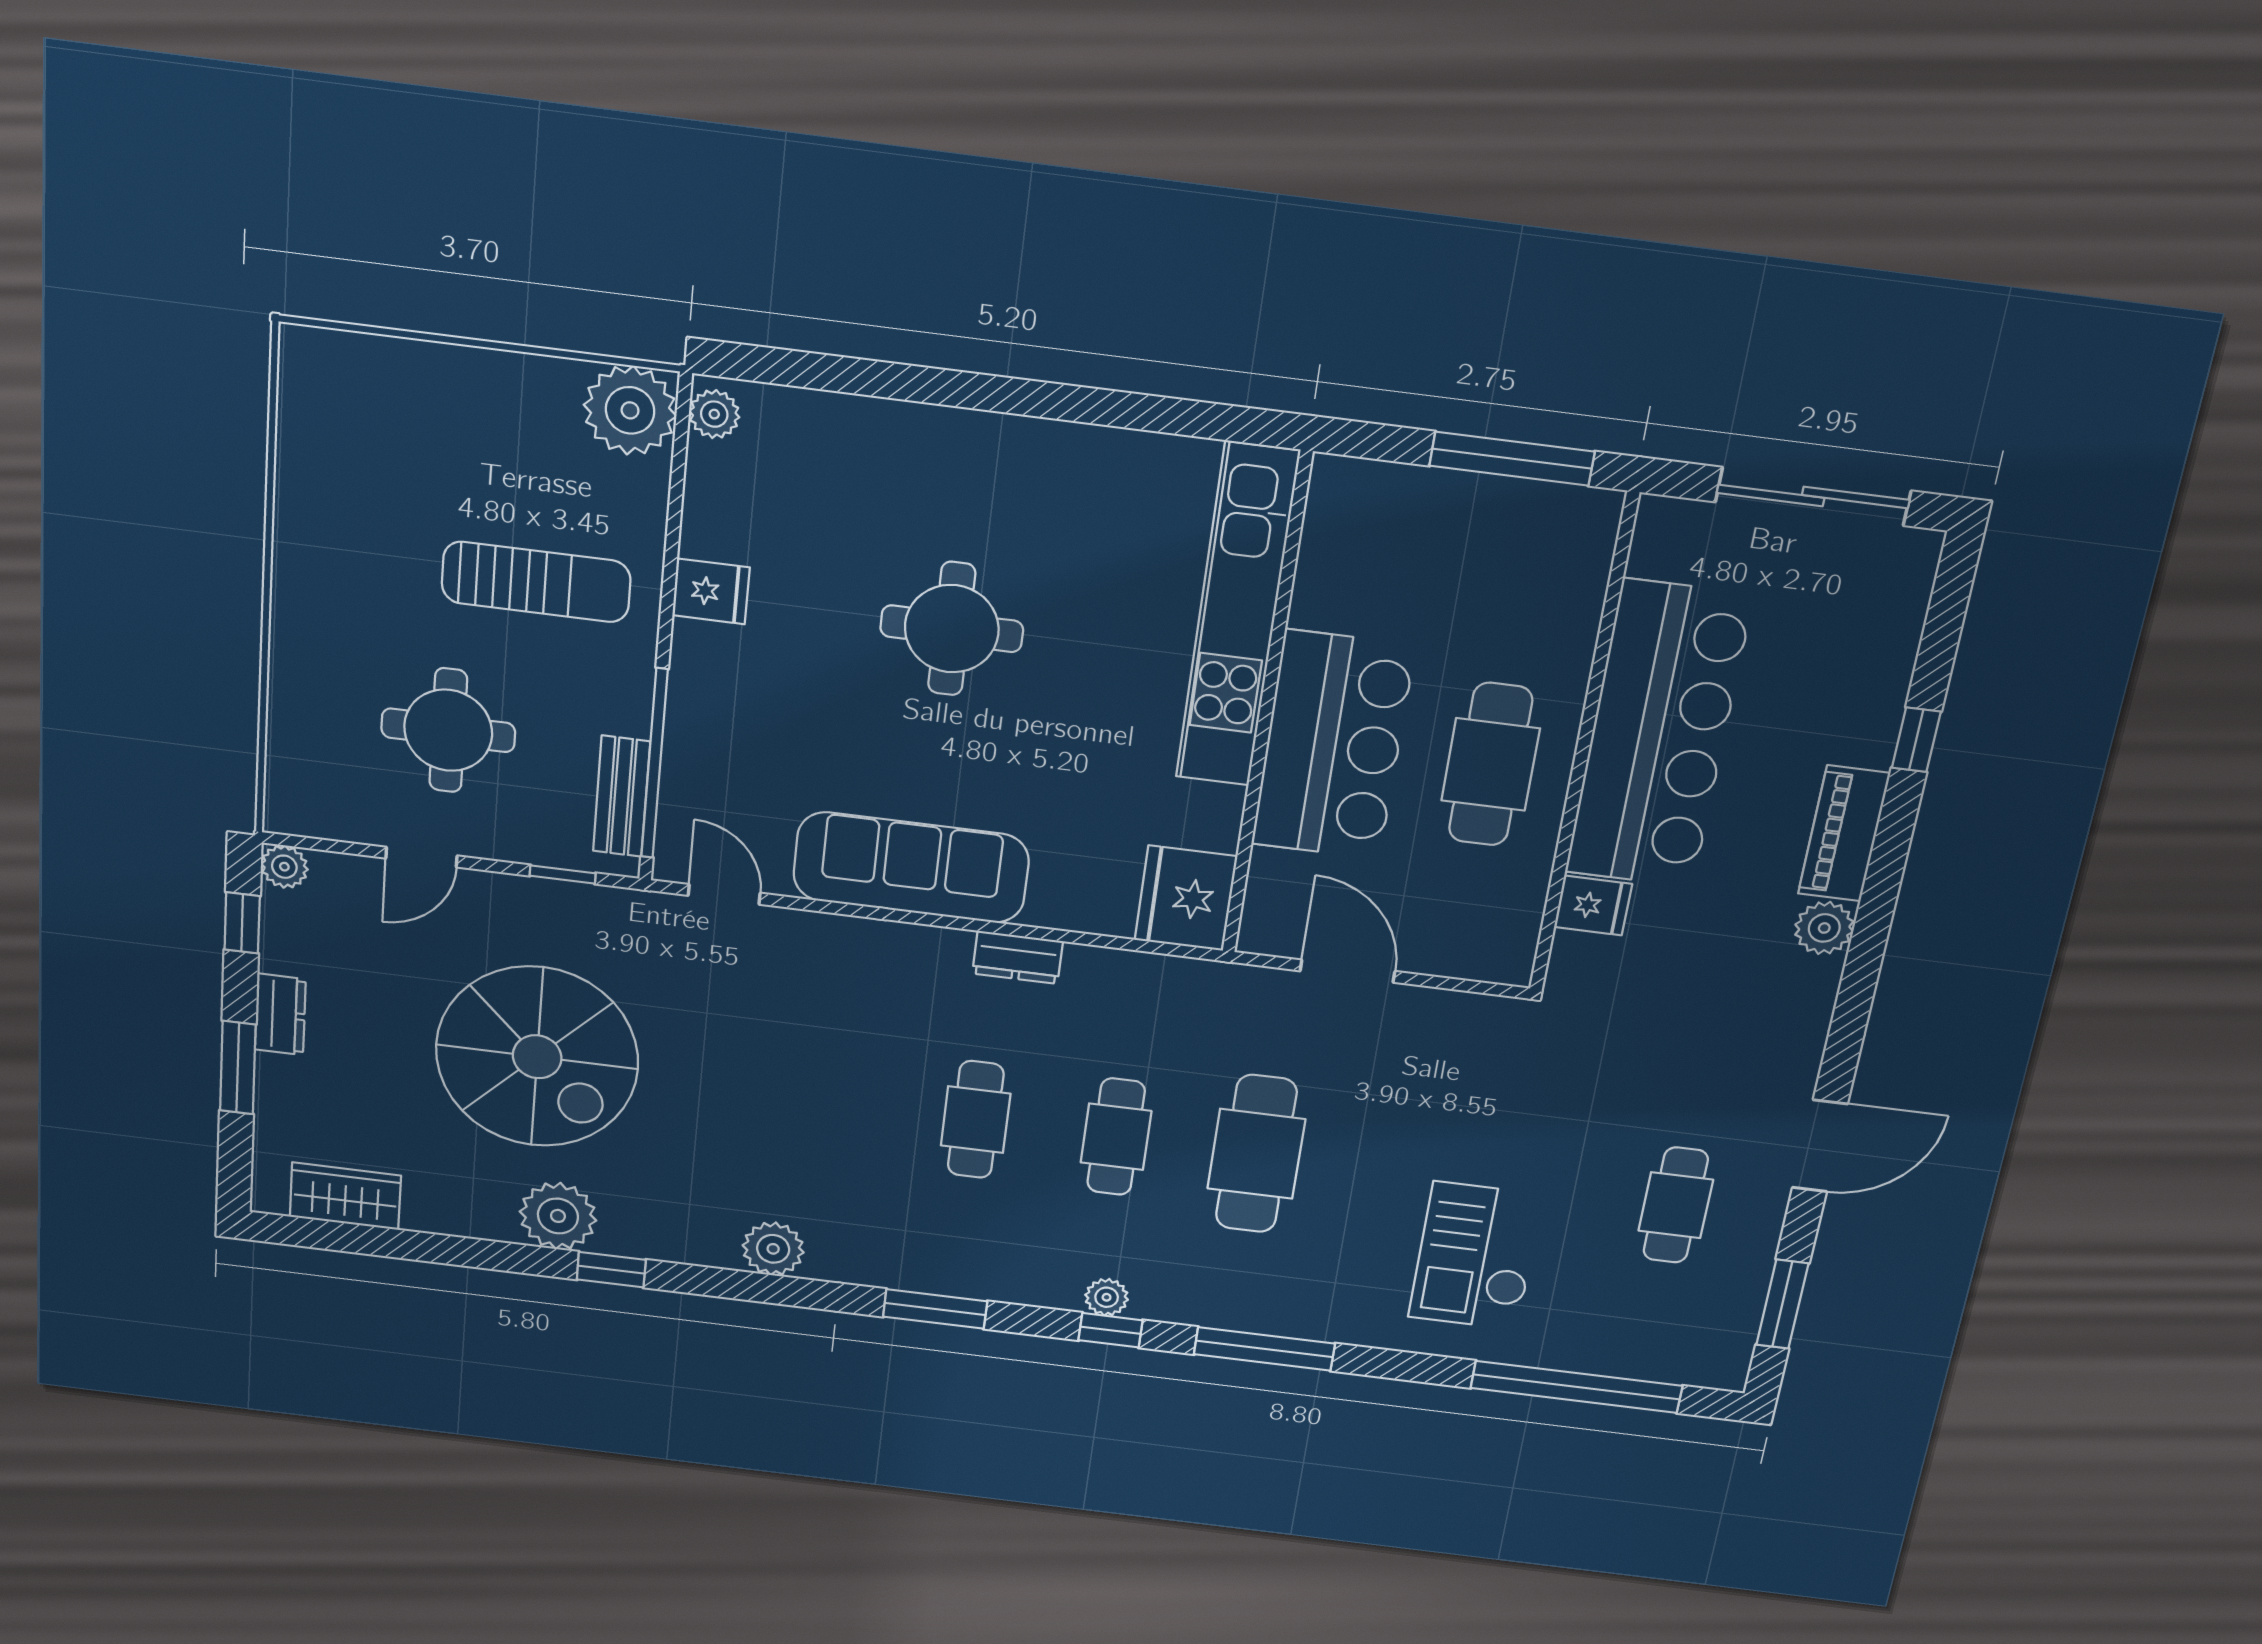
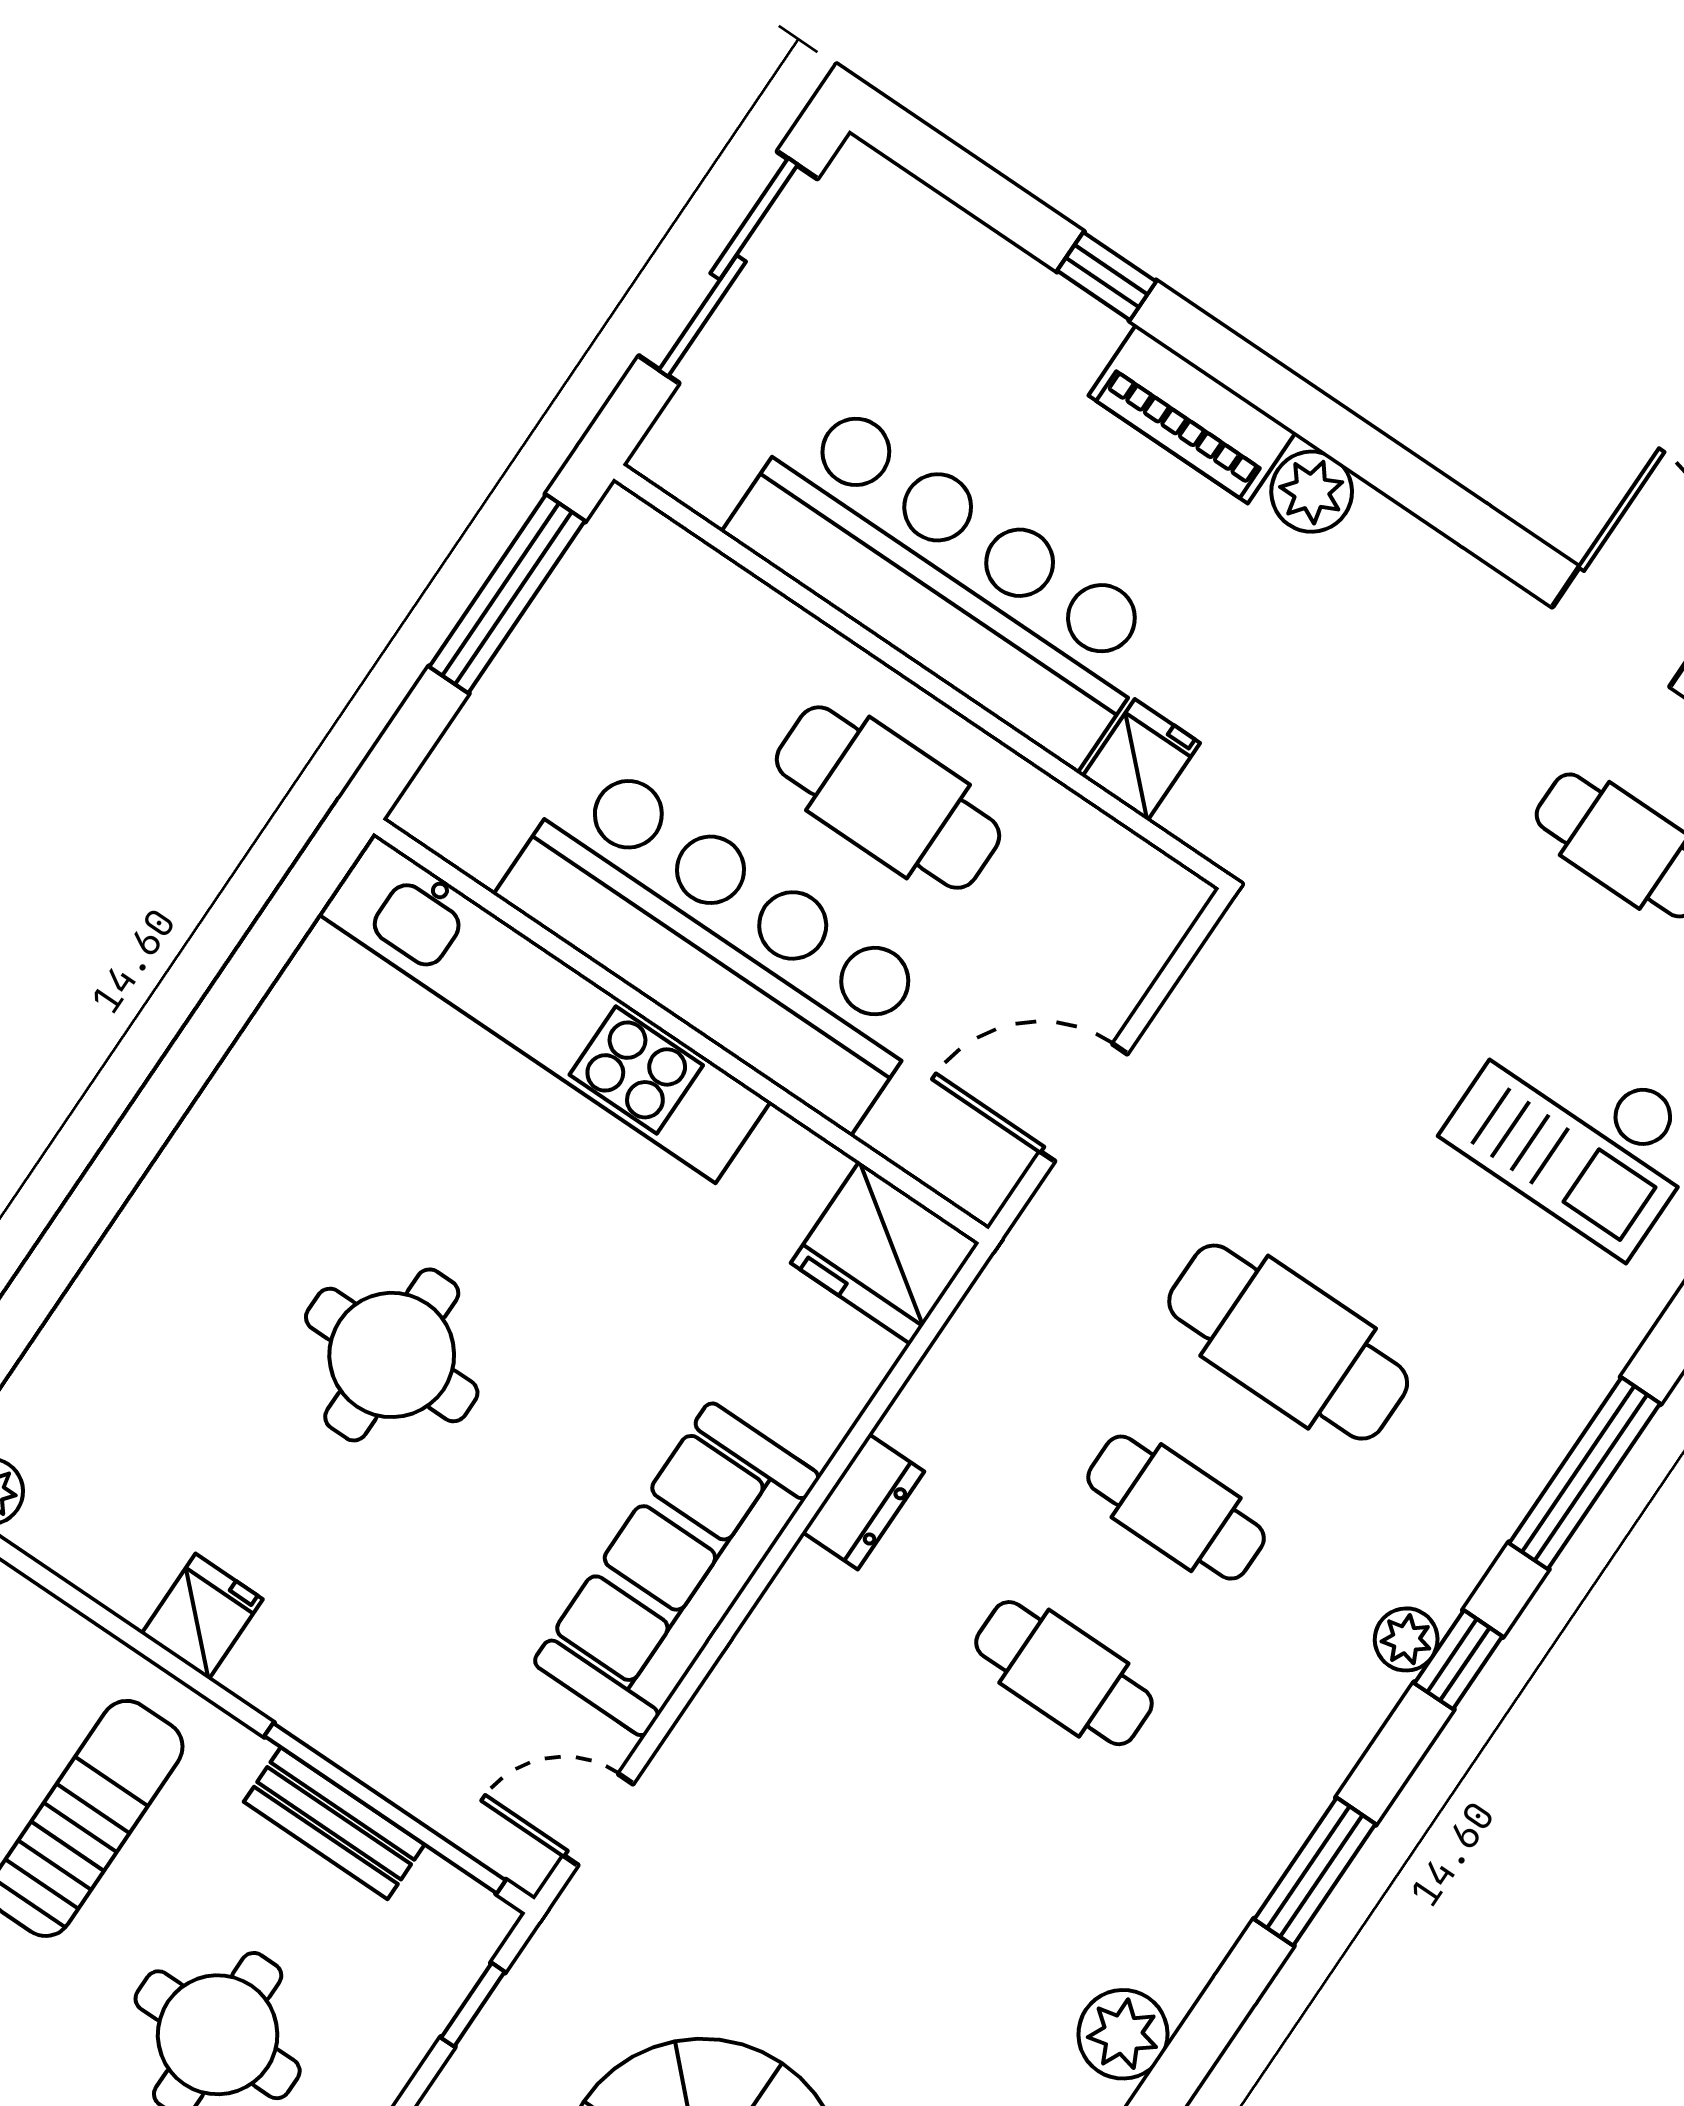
bar counter: (1333, 745) -> (721, 943), width x1.36
bench: (622, 796) -> (334, 1823), moved

